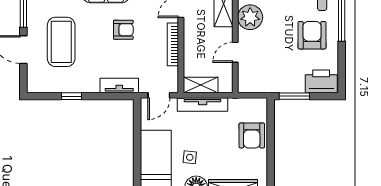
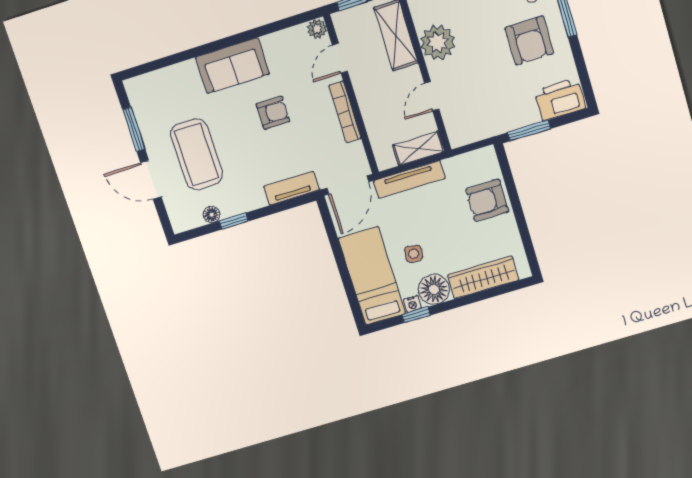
armchair: (312, 35) -> (529, 40), turned 180
shelving: (201, 85) -> (419, 148), moved
floor lamp: (58, 87) -> (212, 215), added
door: (159, 95) -> (348, 185), width x1.38
armchair: (252, 135) -> (487, 200), turned 90

